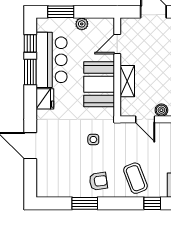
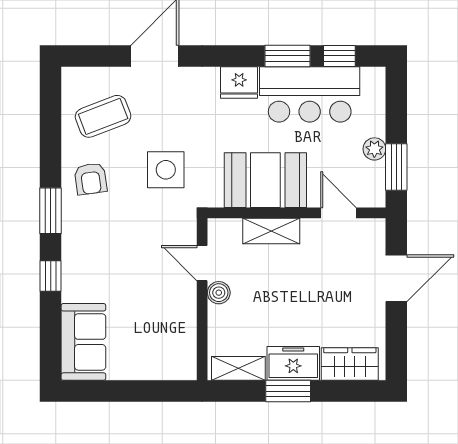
window: (61, 12) -> (396, 167), moved
door: (145, 119) -> (202, 263), hinge flipped
side table: (93, 140) -> (166, 170), width x1.87, depth x1.87
coffee table: (135, 178) -> (103, 116), moved
window: (85, 203) -> (51, 211), moved

